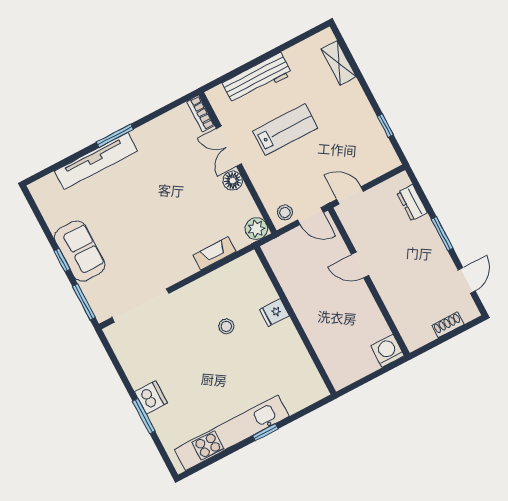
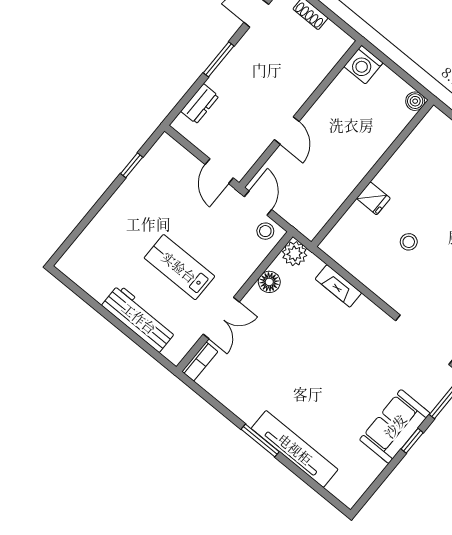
shelving: (339, 63) -> (87, 241), removed
floor lamp: (233, 181) -> (269, 282), moved
boiler: (340, 380) -> (415, 101), added

